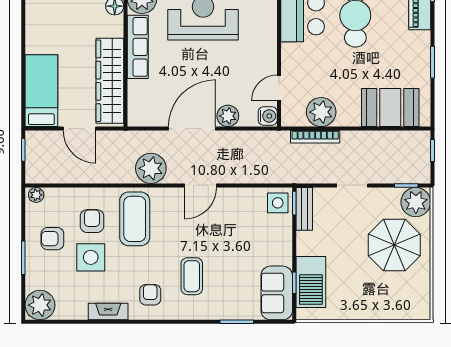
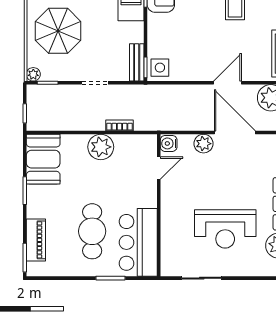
booth: (390, 107) -> (43, 159), moved, turned 90
plant: (321, 112) -> (101, 147), moved
door: (192, 129) -> (235, 132), swing flipped
bookcase: (315, 137) -> (120, 125), width x0.64
plant: (416, 202) -> (33, 74), width x0.53, depth x0.53

